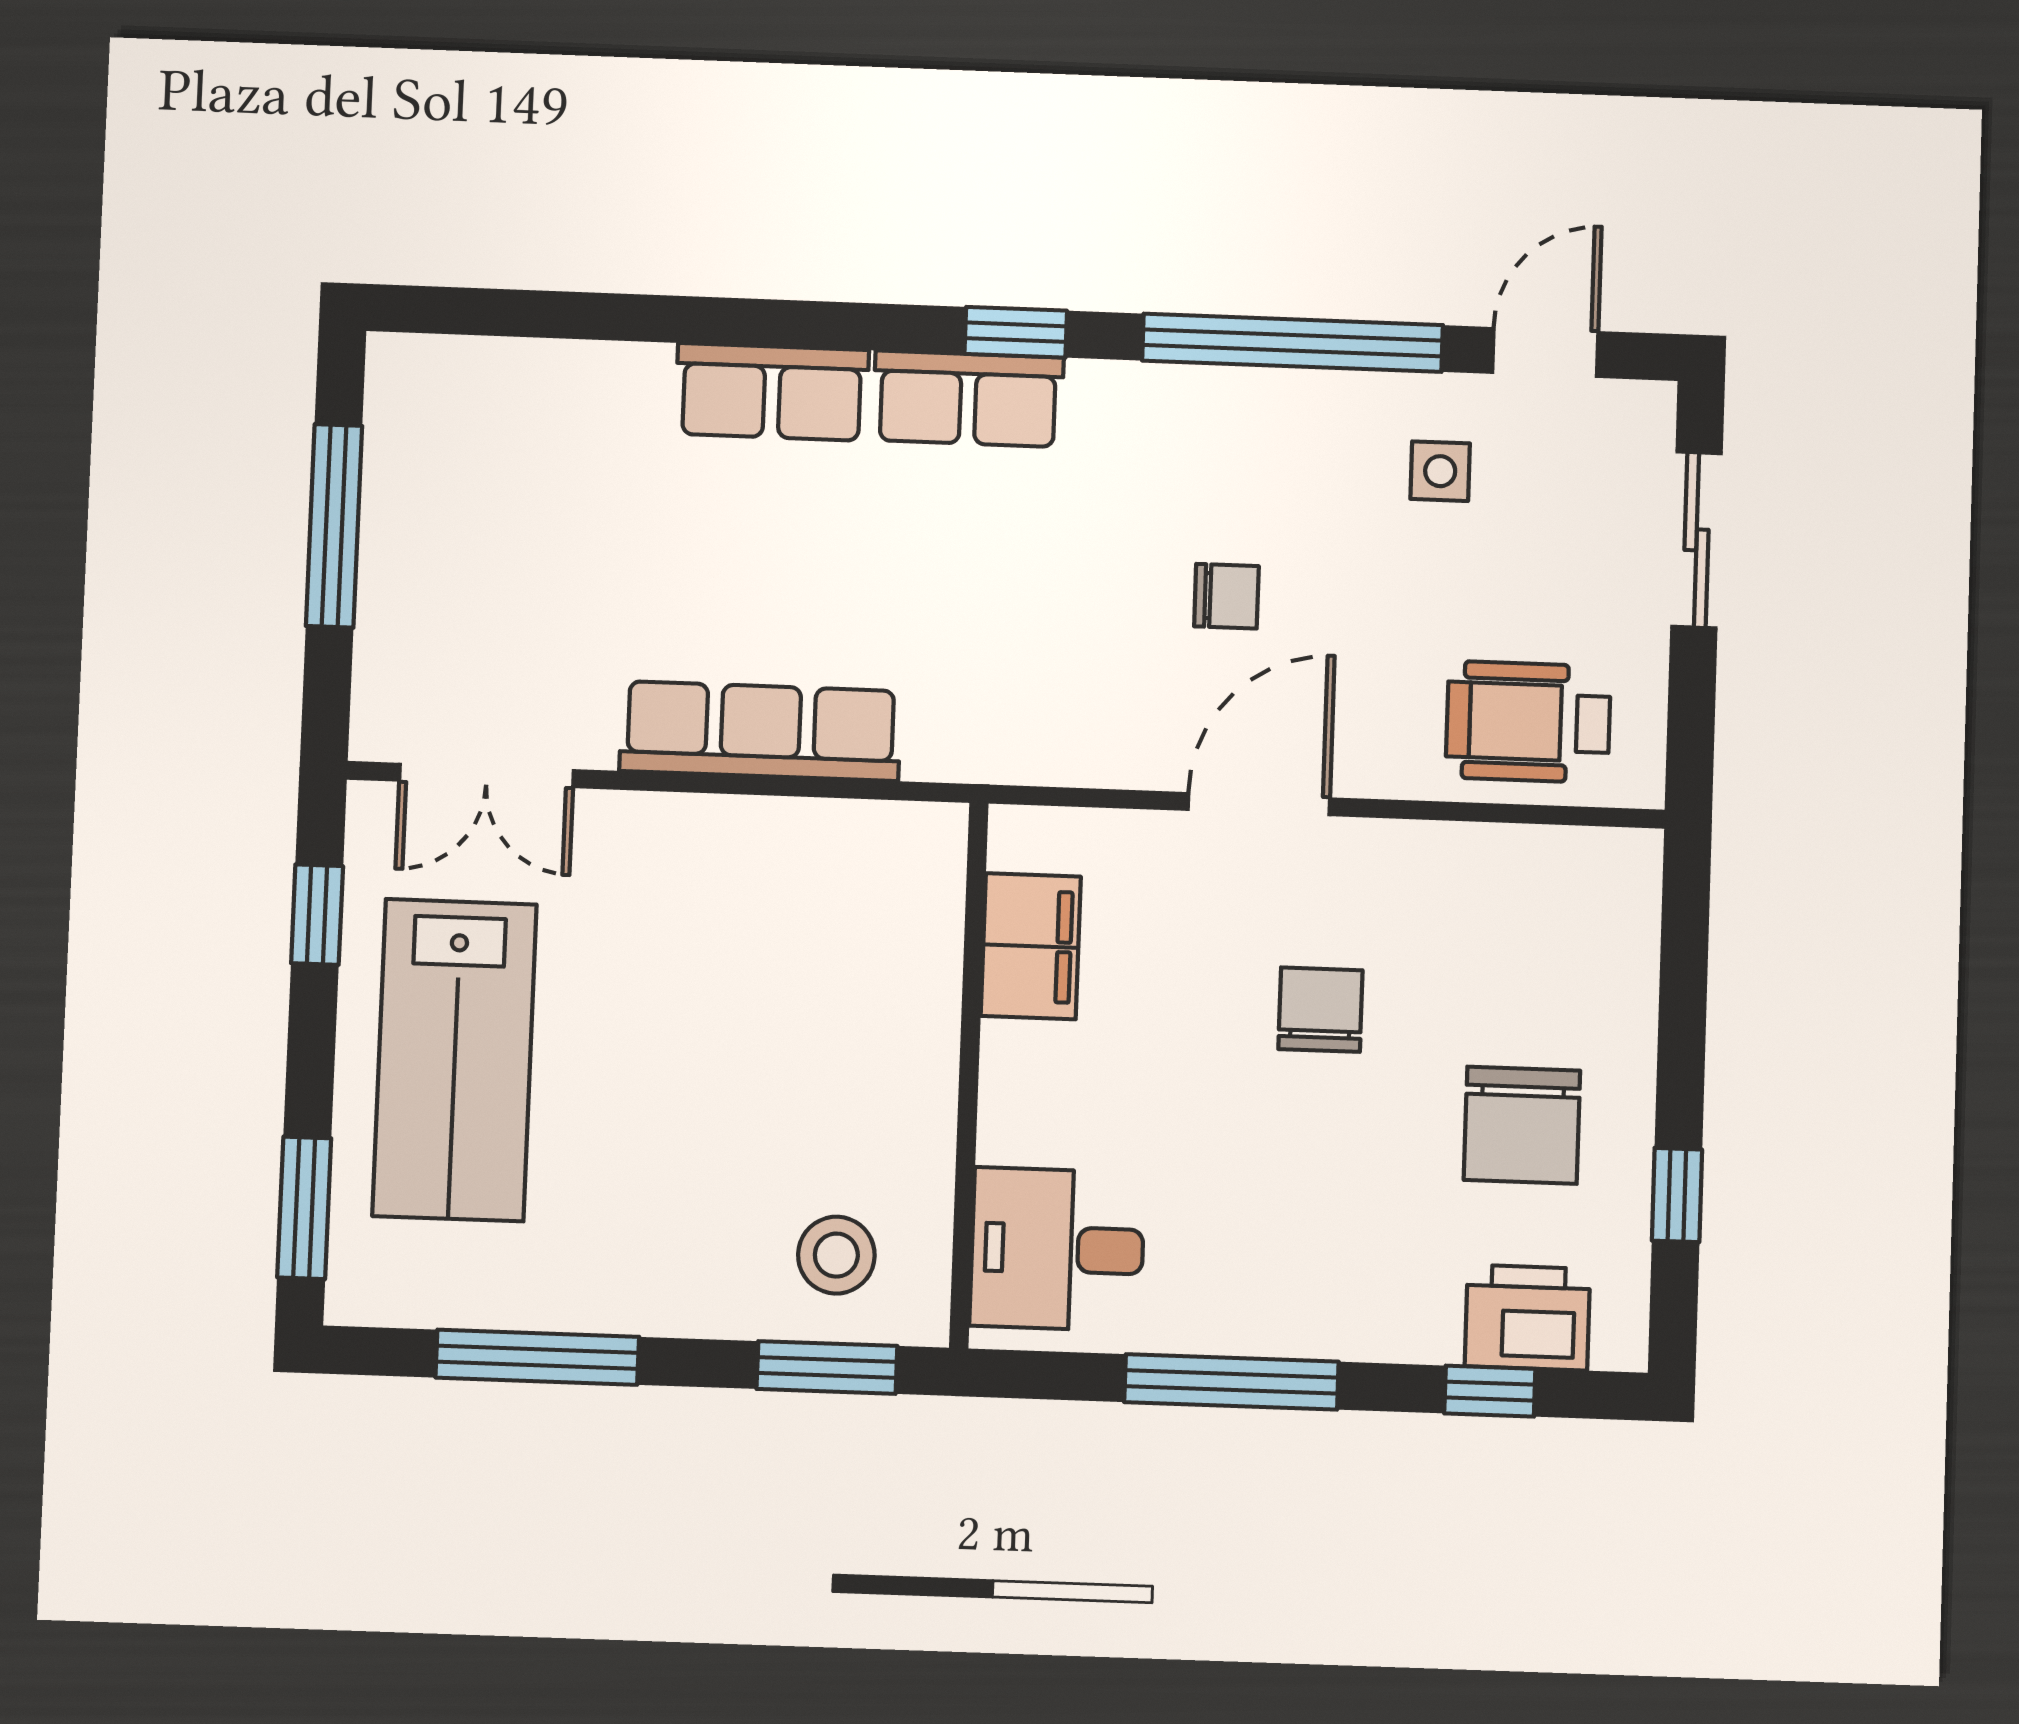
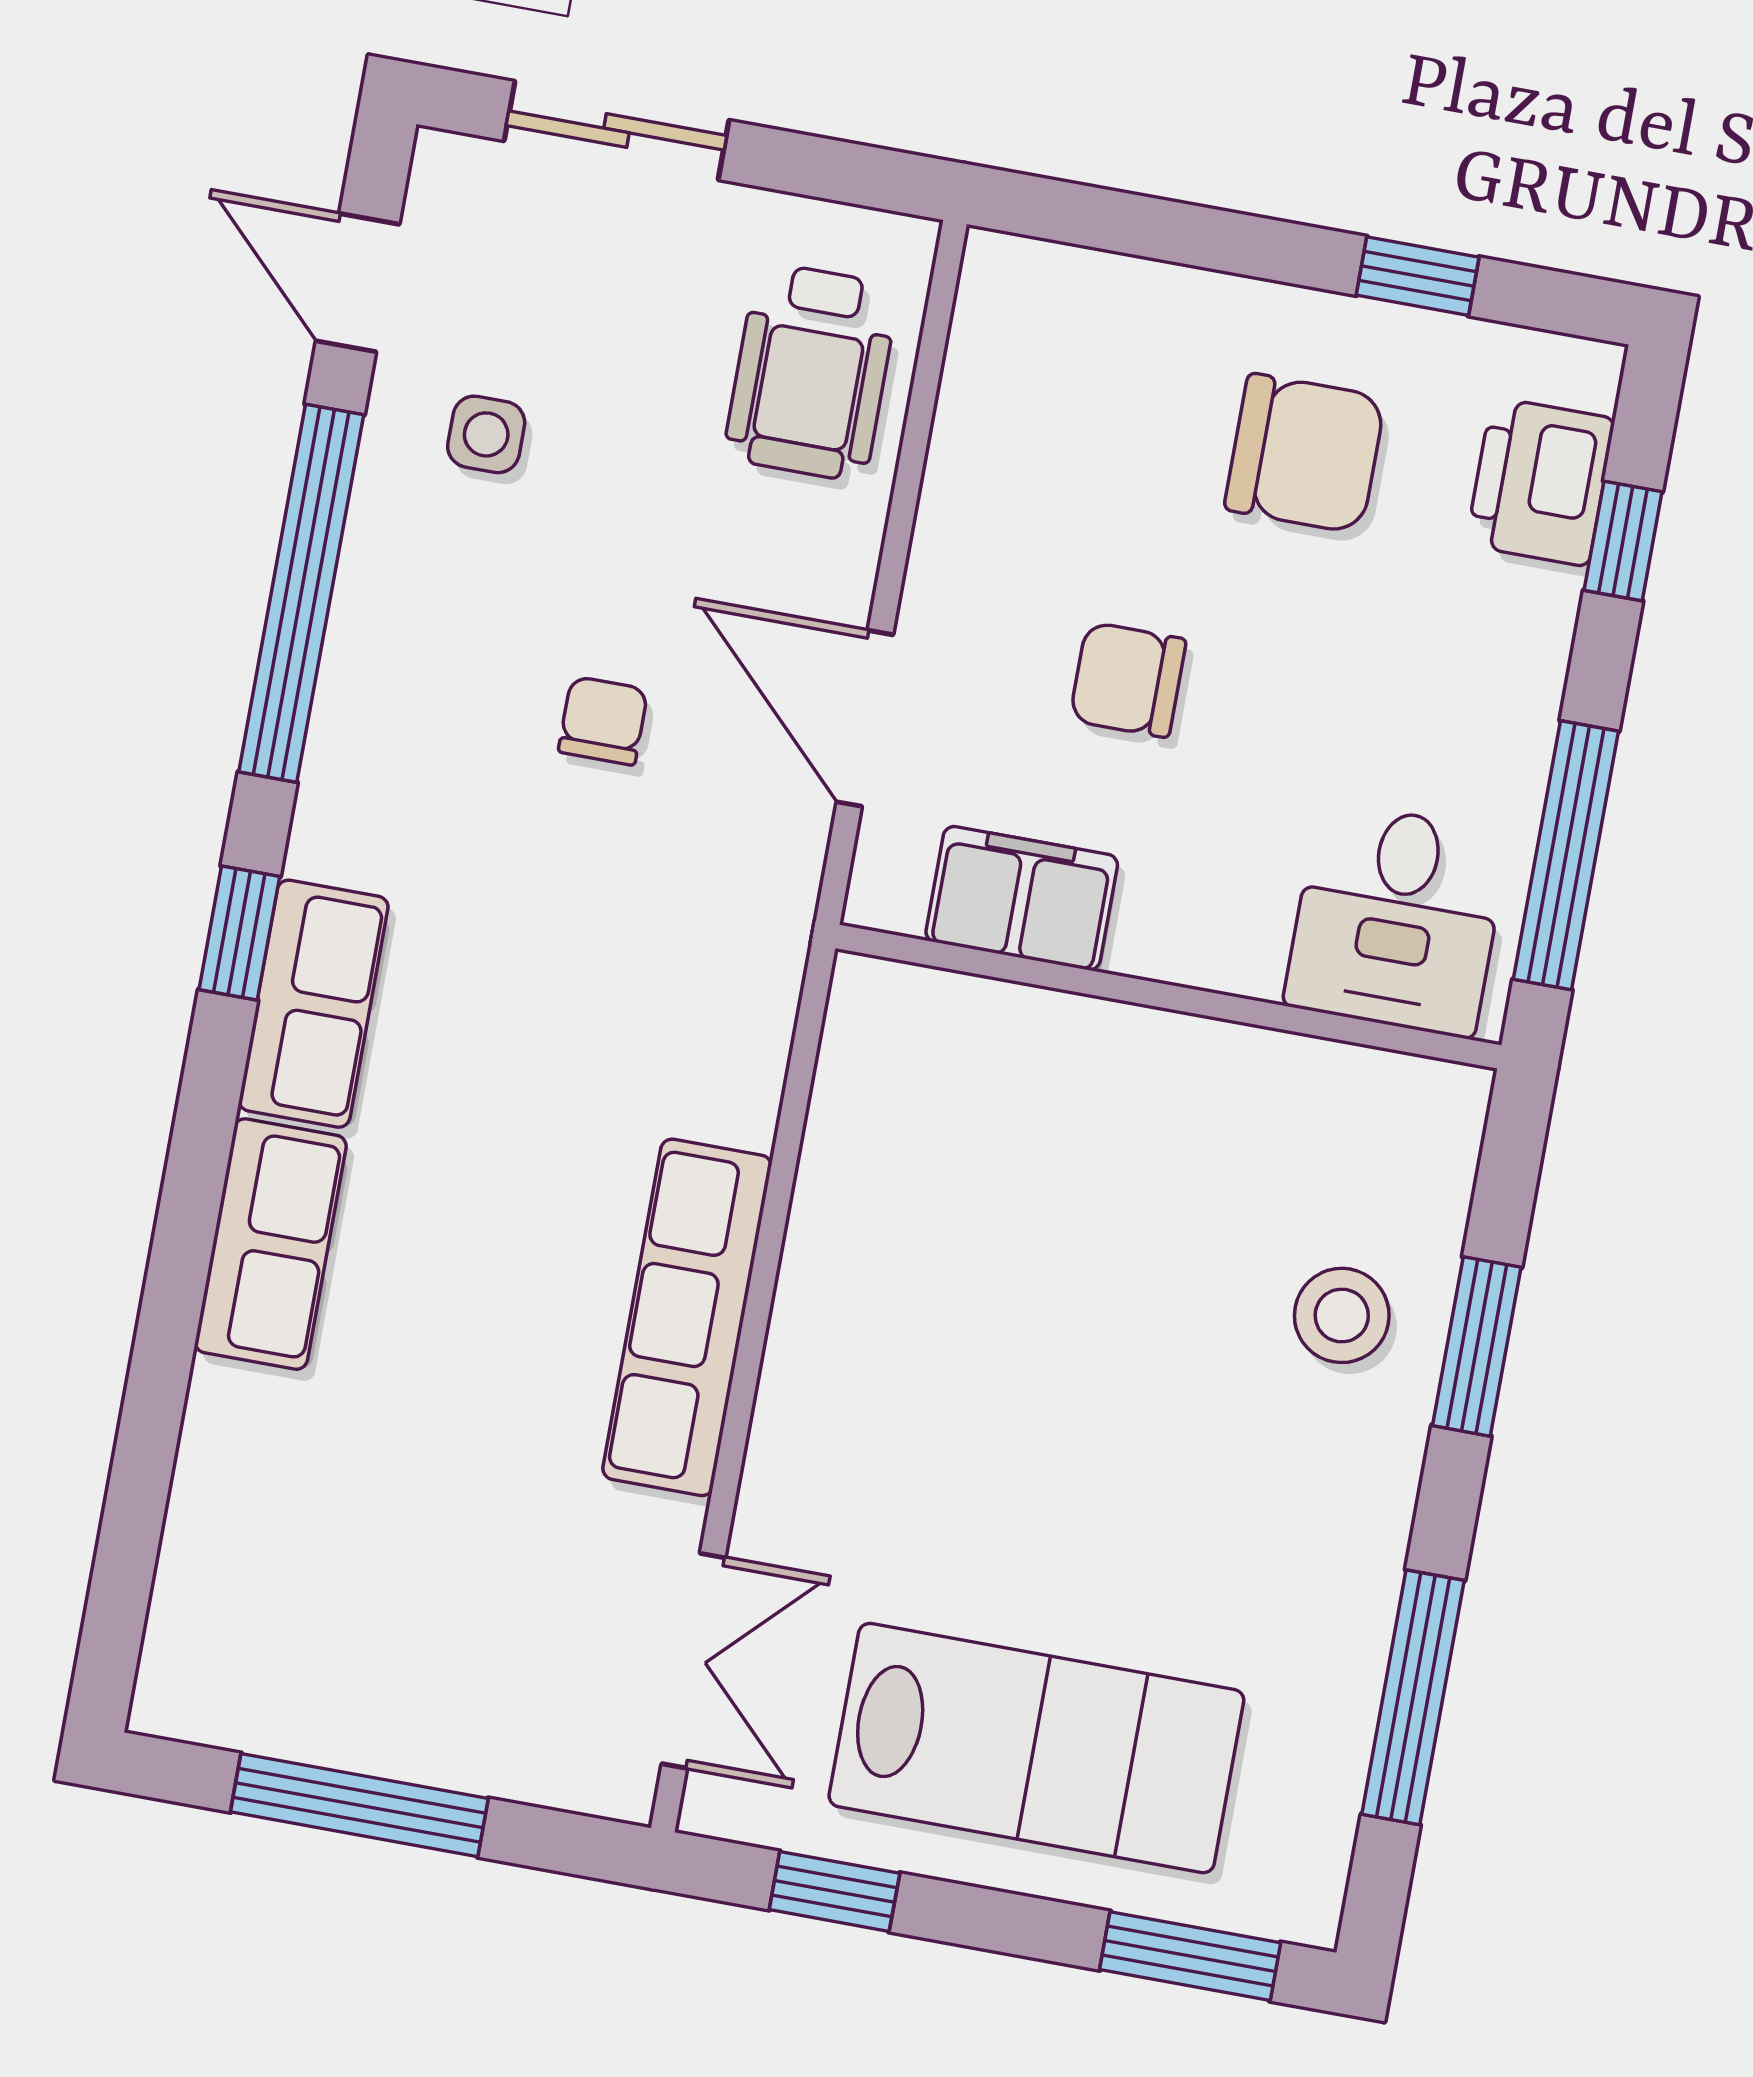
filing cabinet: (1031, 946) -> (1022, 898), moved
wall: (969, 1075) -> (1168, 997), moved
desk: (1057, 1249) -> (1397, 919), moved

